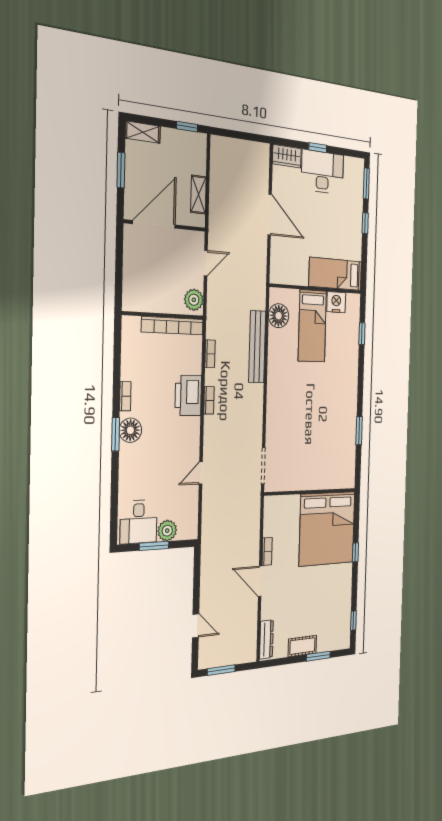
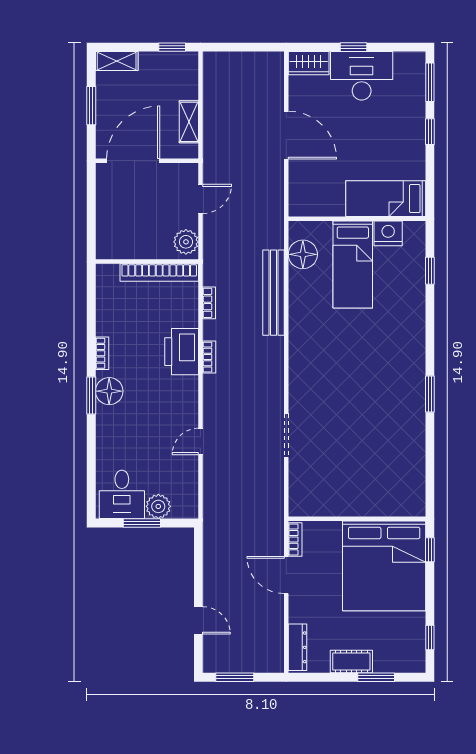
wall: (310, 492) -> (357, 519), moved
bed: (327, 529) -> (384, 566), moved

